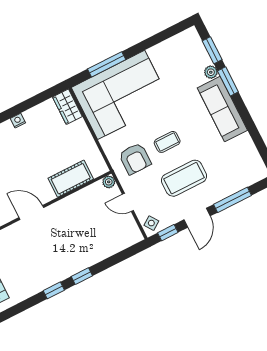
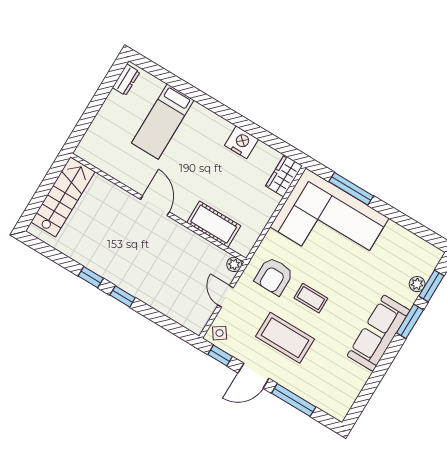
plant: (211, 72) -> (417, 284), moved
nightstand: (18, 121) -> (242, 142), width x1.89, depth x1.79

